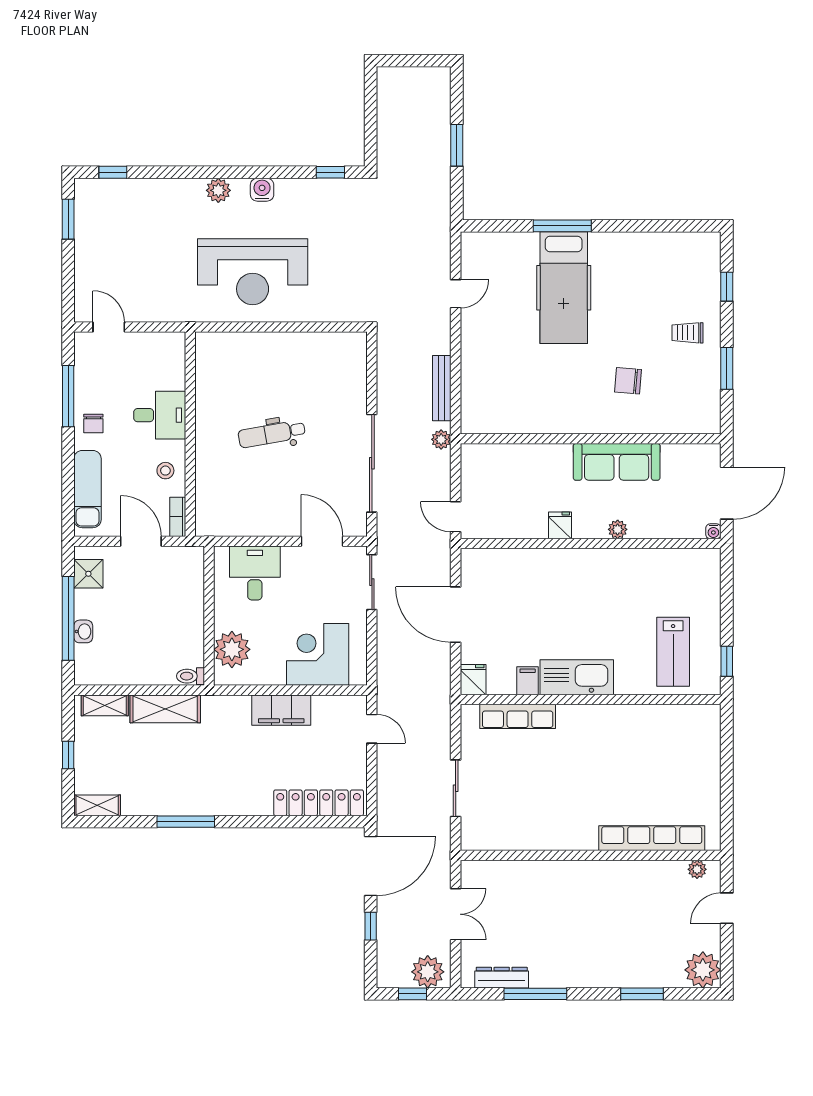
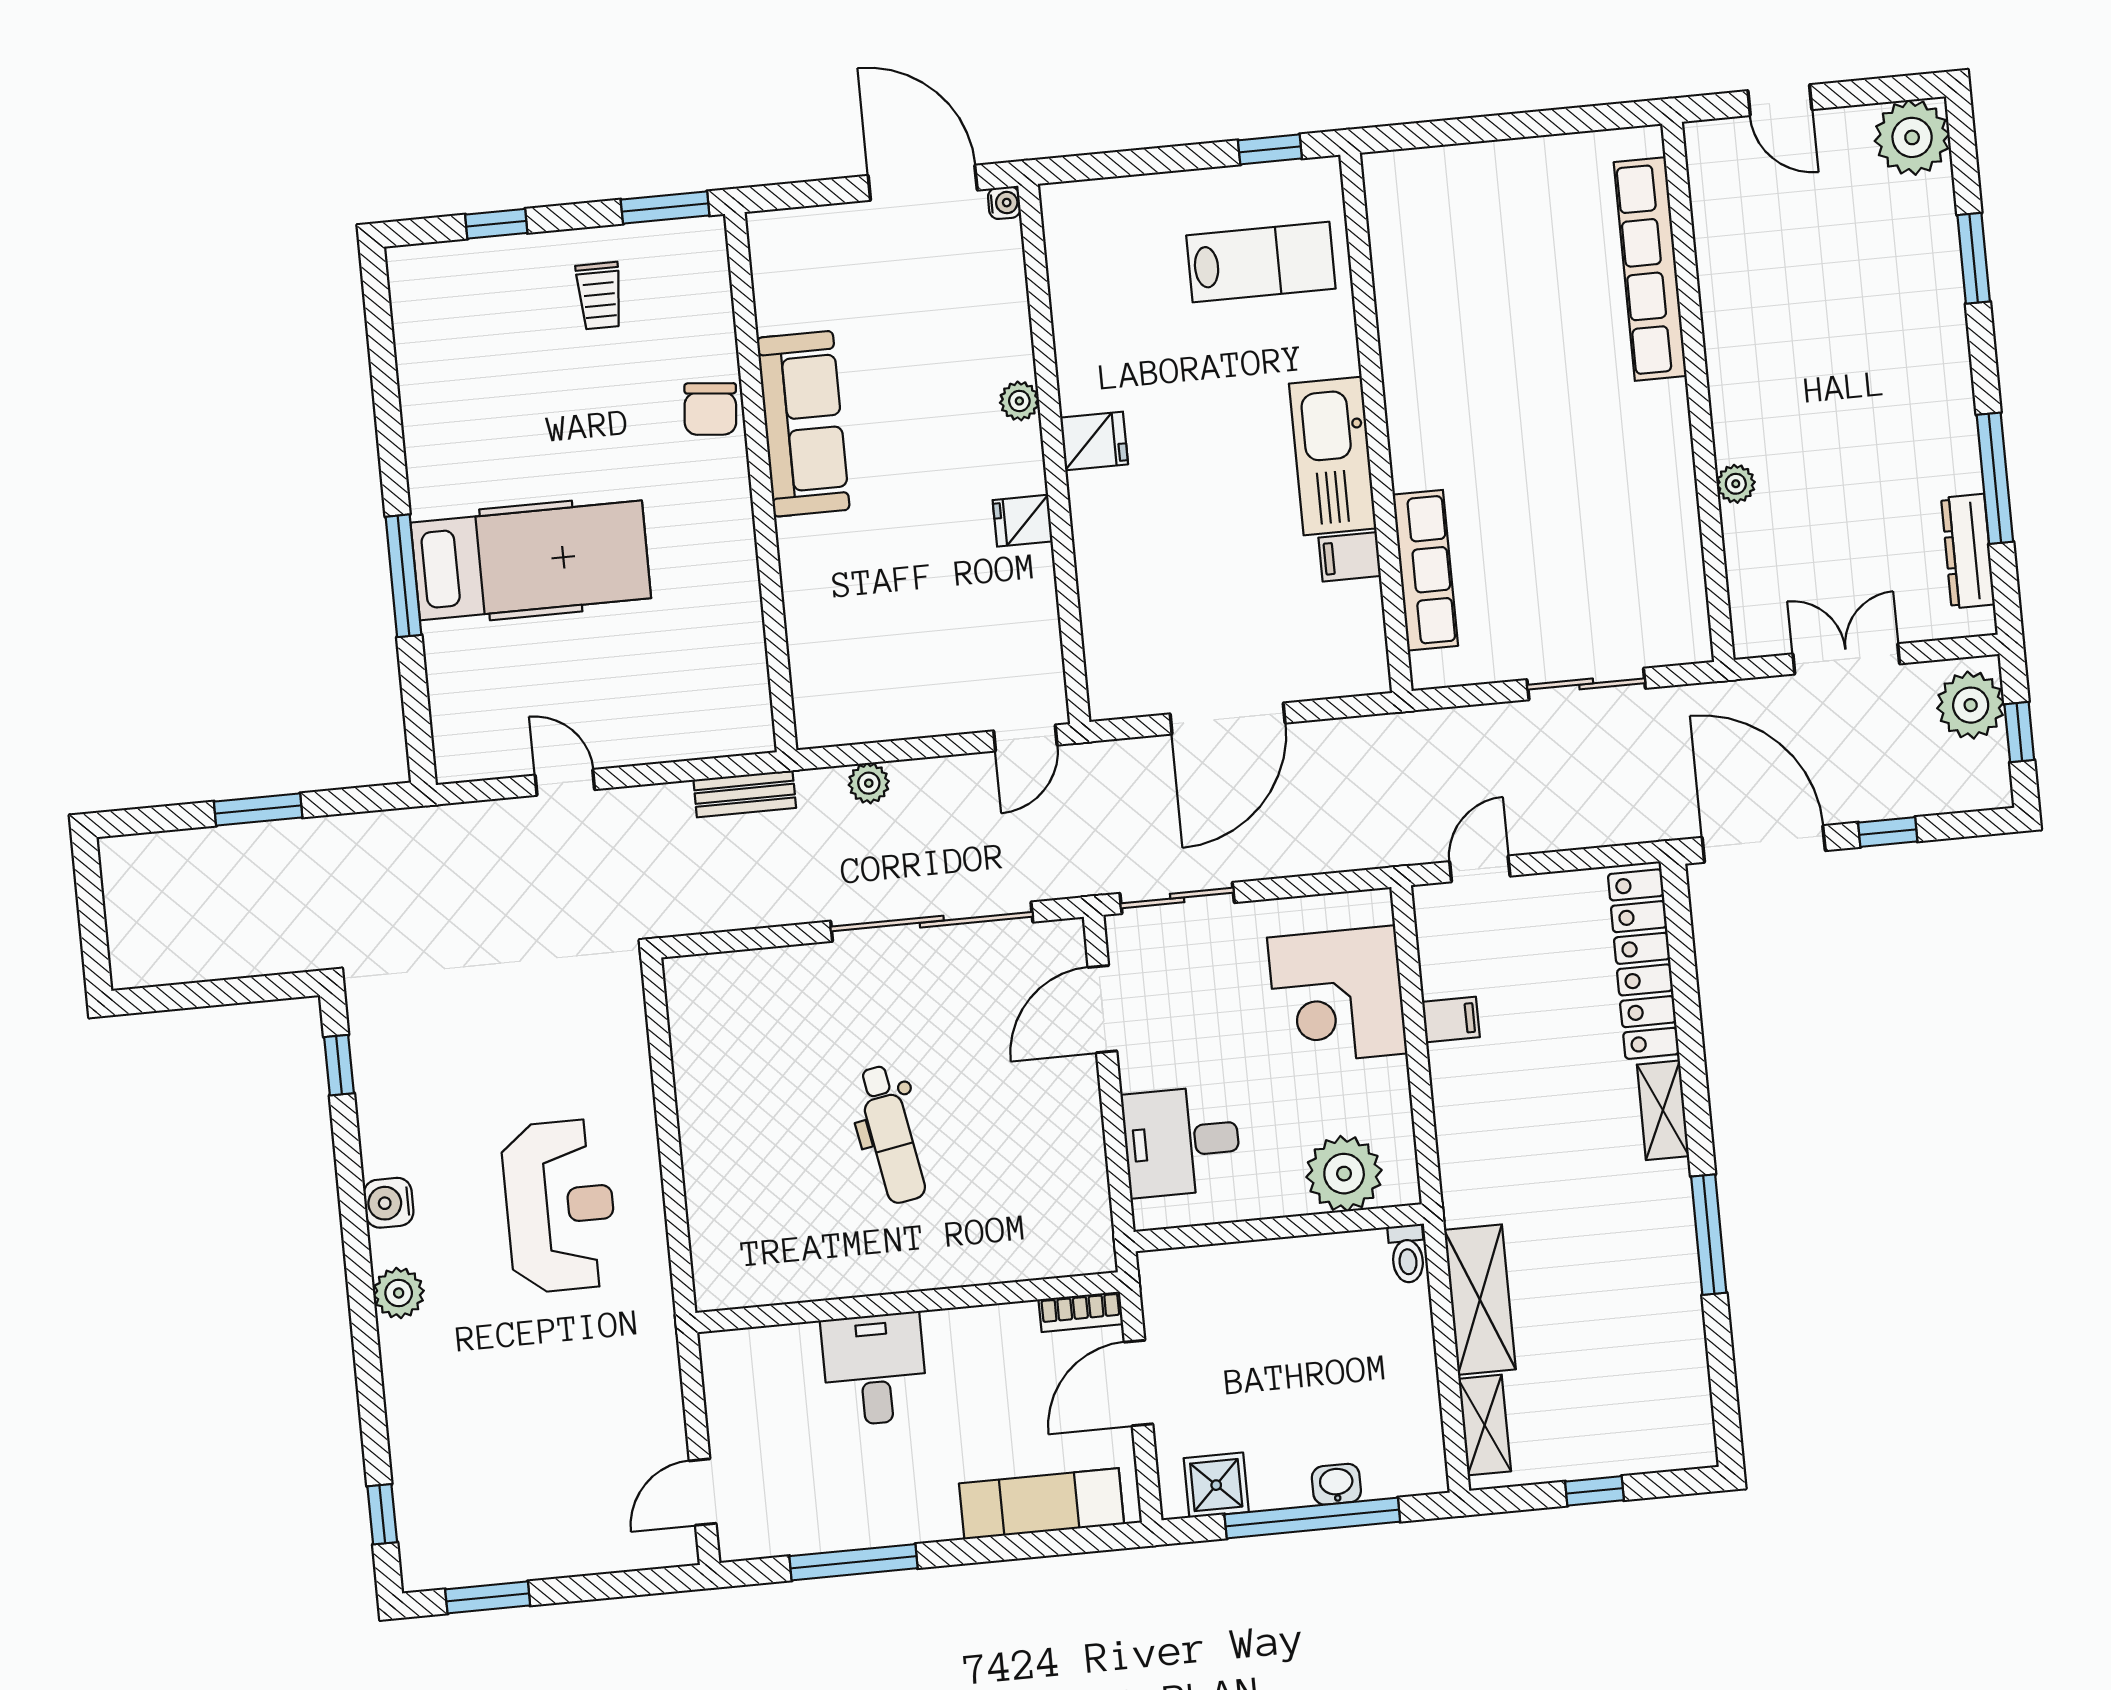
reception desk: (253, 272) -> (560, 1206), width x0.74, depth x0.77
bench: (442, 388) -> (745, 794), width x0.73
chair: (93, 424) -> (905, 1505), removed
wall: (591, 439) -> (761, 482), moved
sofa: (617, 462) -> (803, 424), moved
stool: (165, 471) -> (988, 1346), removed
fridge: (473, 680) -> (1094, 441), moved, turned 180
filing cabinet: (281, 710) -> (1451, 1020), width x0.33, depth x0.86
shelving: (97, 805) -> (1663, 1110), moved
plant: (697, 869) -> (1736, 484), moved

